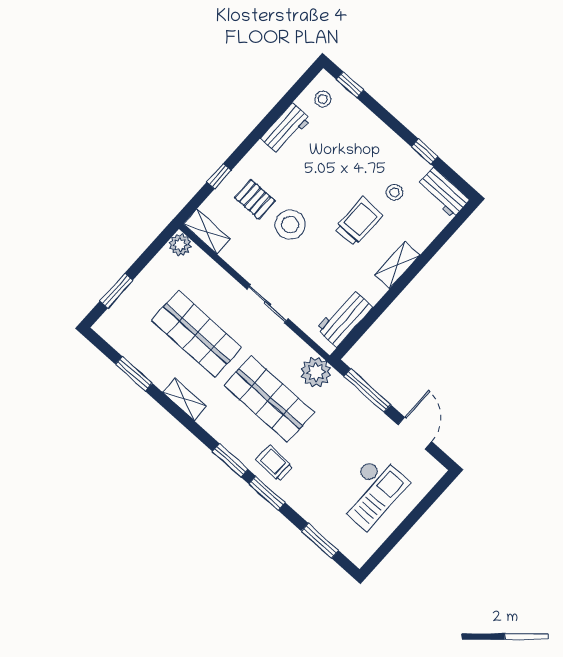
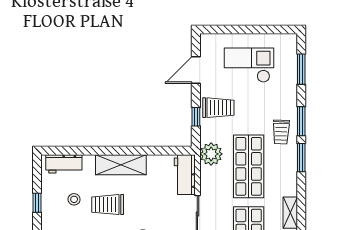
workbench: (443, 192) -> (64, 164), moved, turned 90
shelving: (397, 265) -> (121, 165), width x1.50, depth x1.33
workbench: (345, 318) -> (185, 175), moved, turned 90
window: (367, 391) -> (196, 117), width x0.46
trolley: (356, 422) -> (218, 108), added

